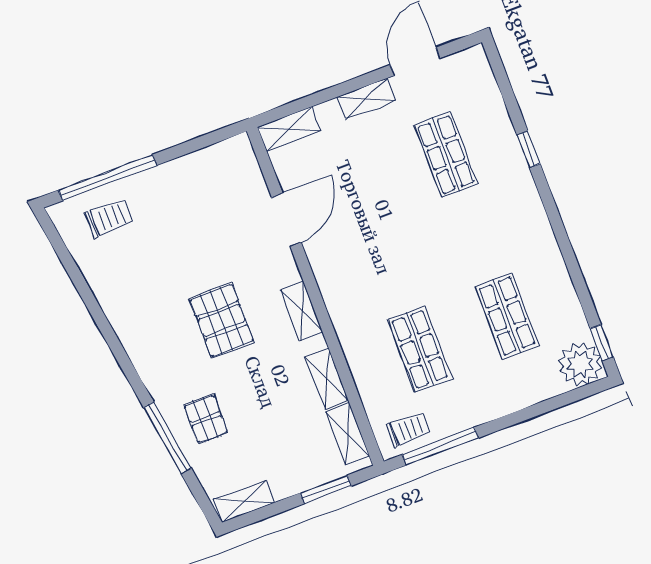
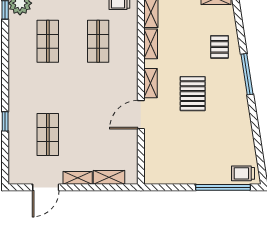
shelving: (289, 129) -> (109, 177), moved
trolley: (109, 218) -> (243, 173), moved
door: (286, 220) -> (141, 115), moved
window: (167, 438) -> (247, 74), moved

